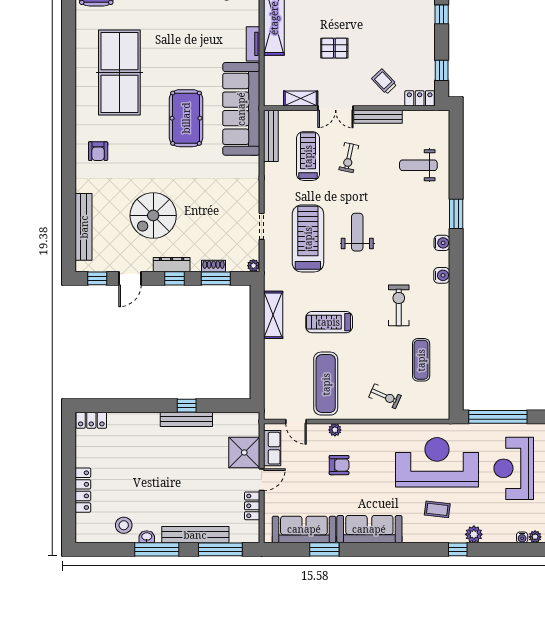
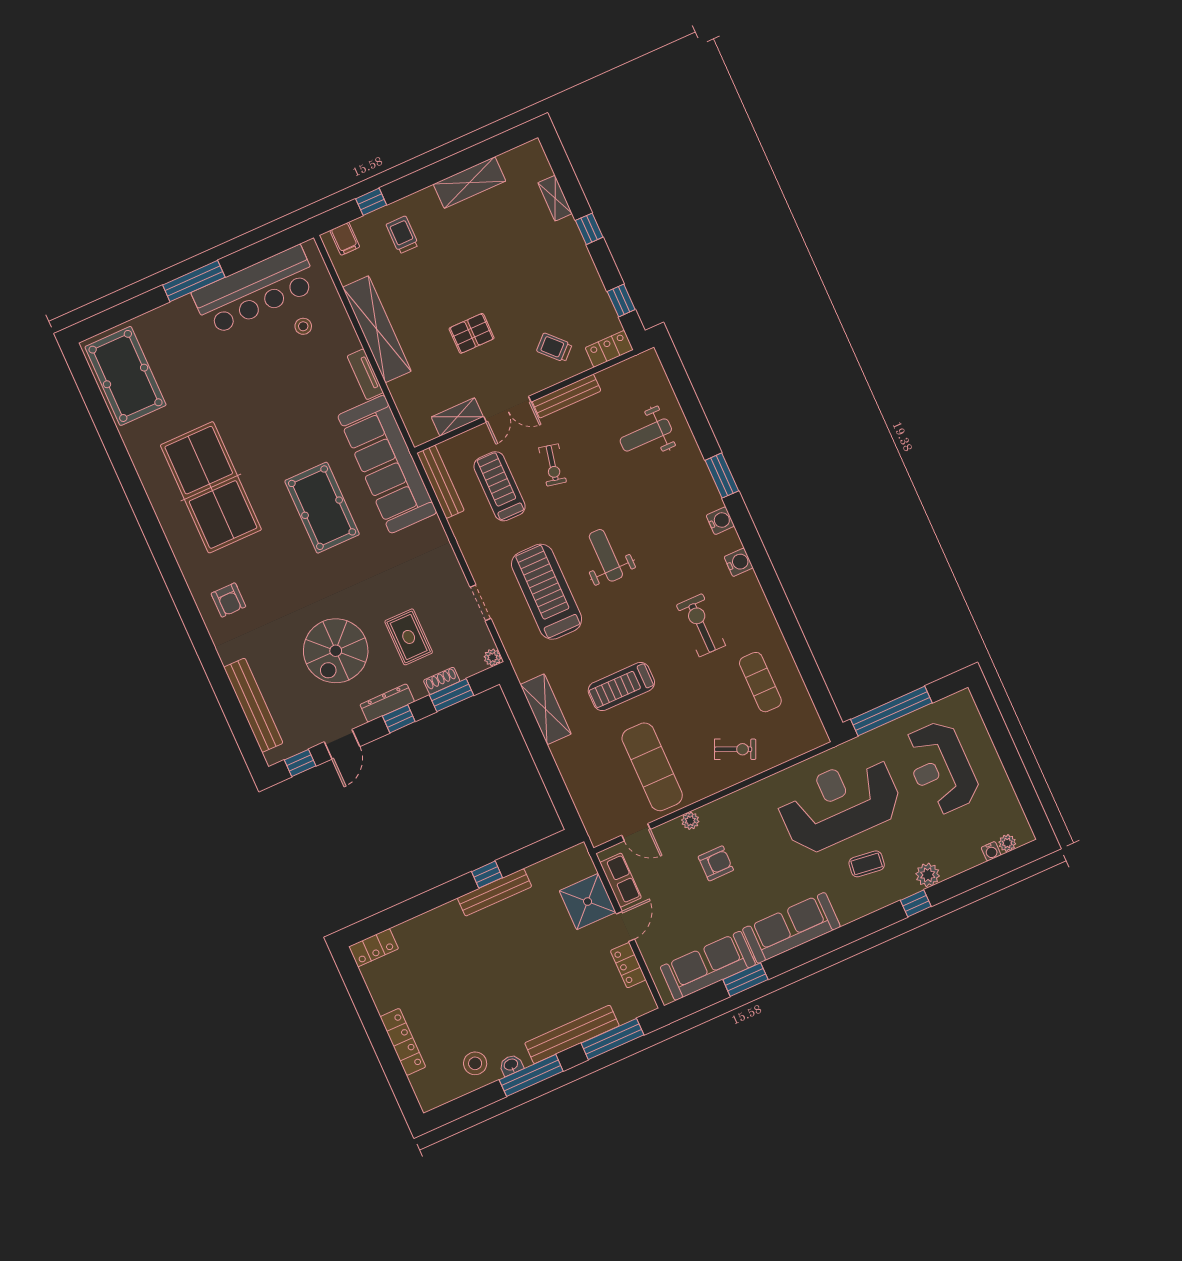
rug: (205, 228) -> (409, 637), added

